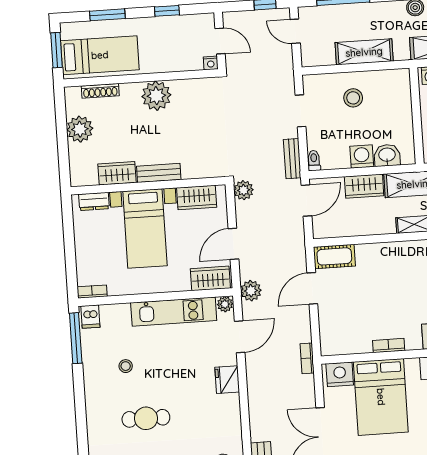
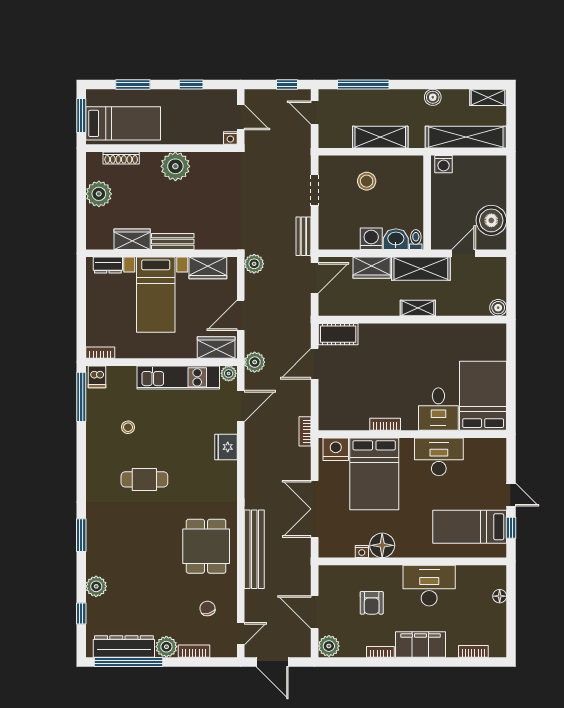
toilet: (314, 161) -> (416, 240), moved

